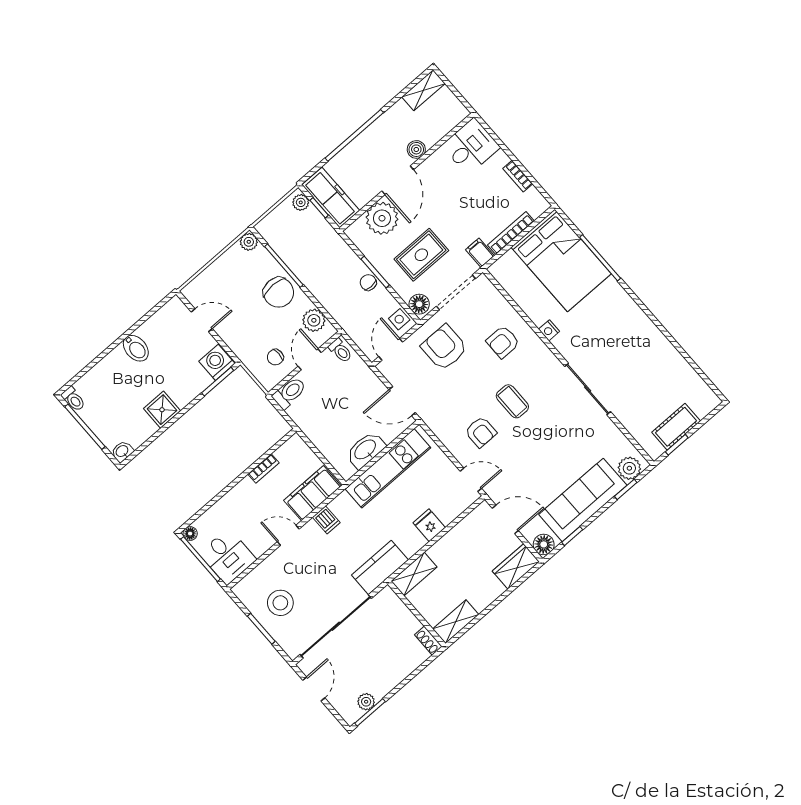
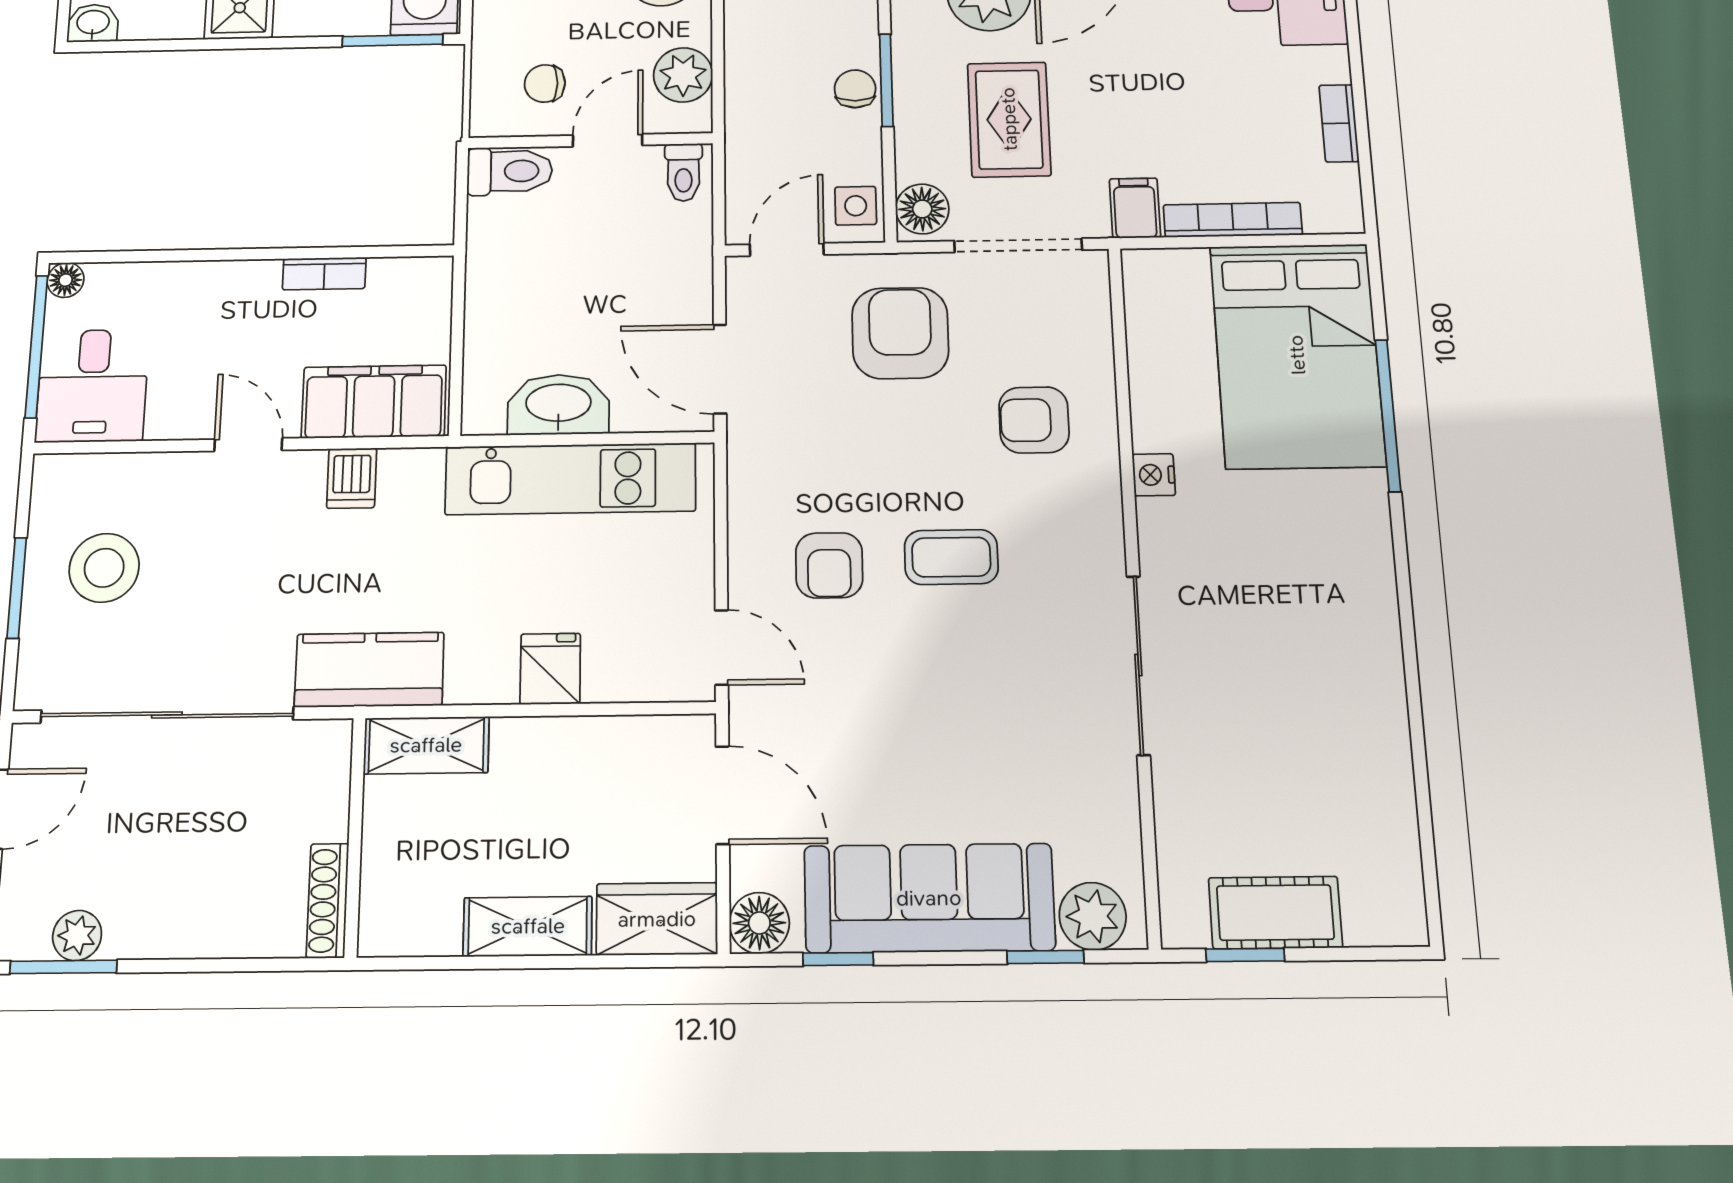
rug: (421, 255) -> (1009, 119), turned 90
coffee table: (512, 401) -> (951, 557), turned 90
shelving: (456, 622) -> (528, 926), moved
shoe rack: (428, 641) -> (328, 901), width x1.43

